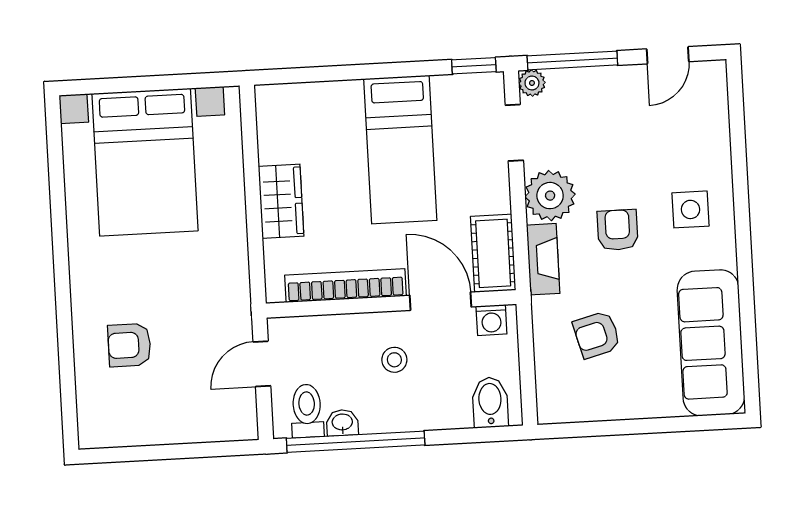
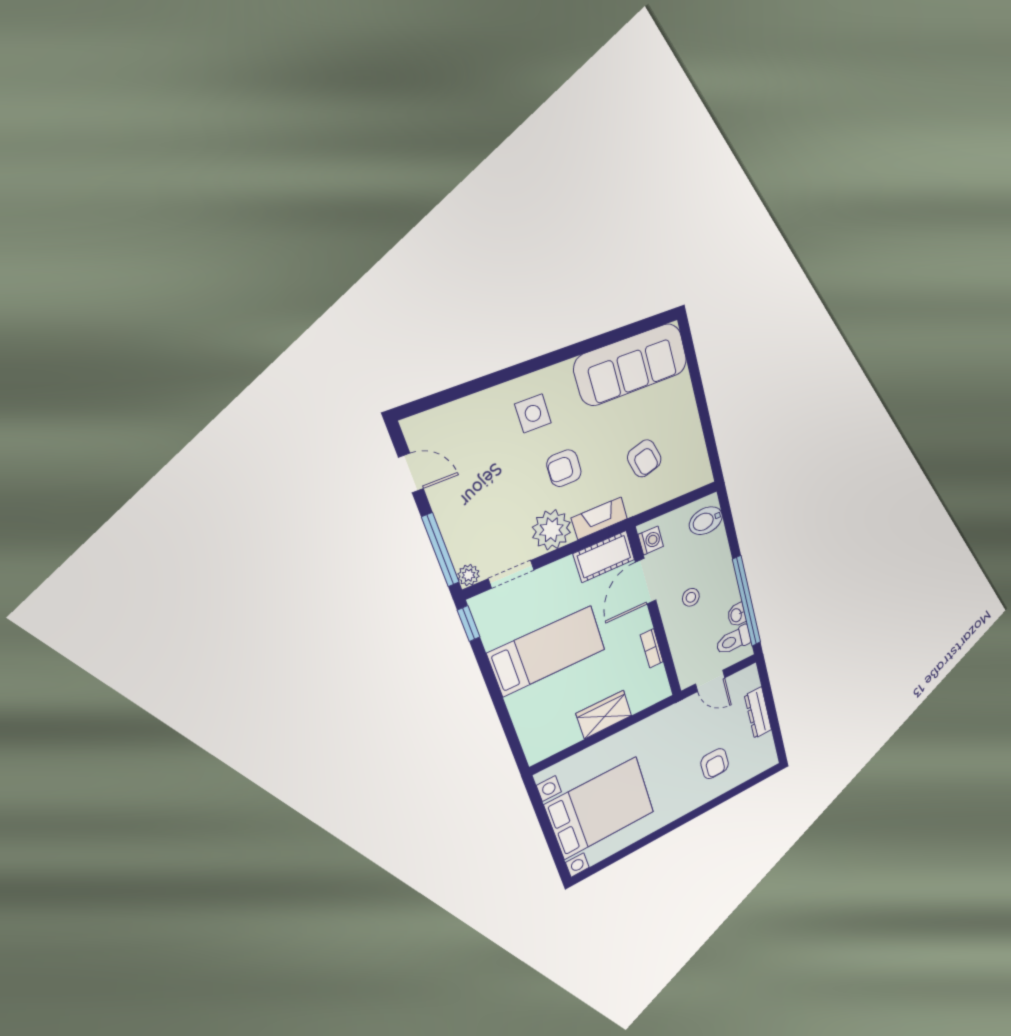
bookcase: (346, 286) -> (652, 648), width x0.43, depth x0.76
dresser: (178, 429) -> (758, 713), added

